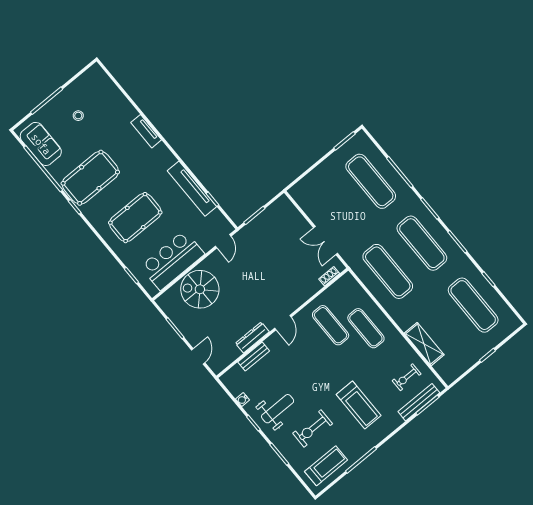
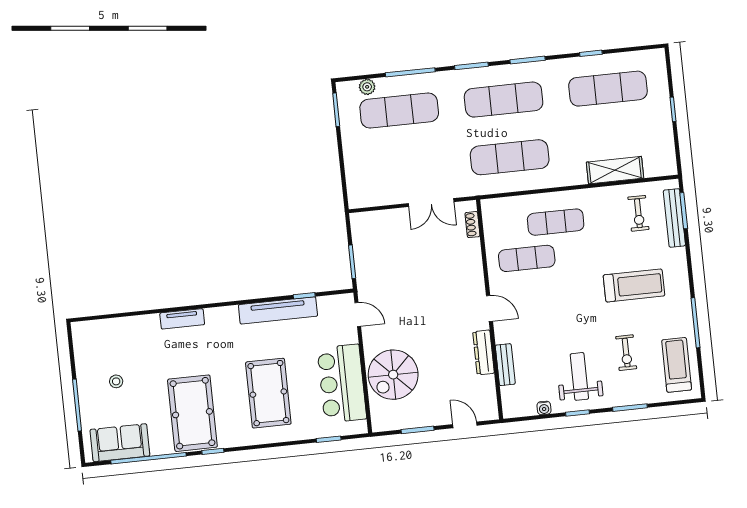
plant: (372, 151) -> (367, 87), added
exercise bike: (313, 428) -> (626, 353), width x0.73, depth x0.72

